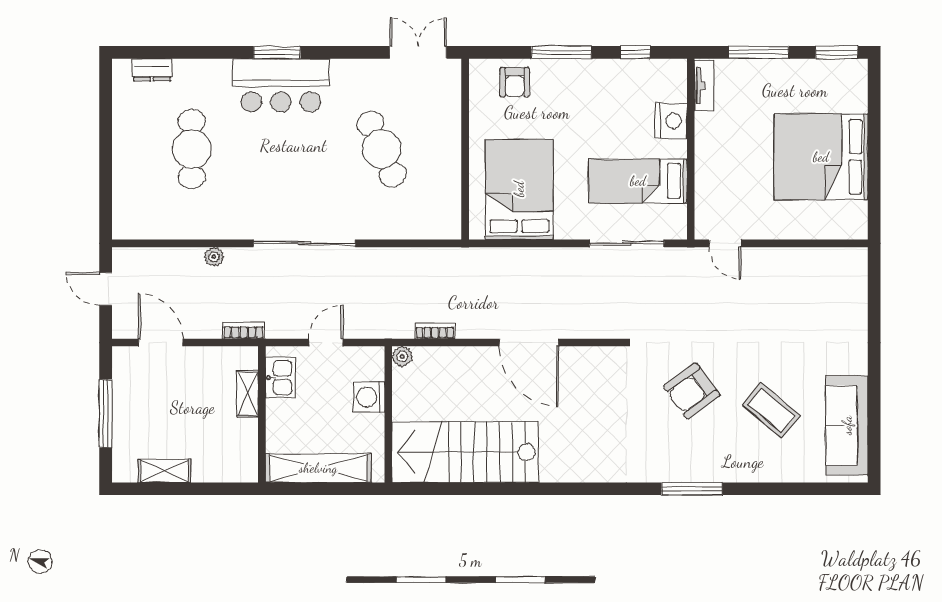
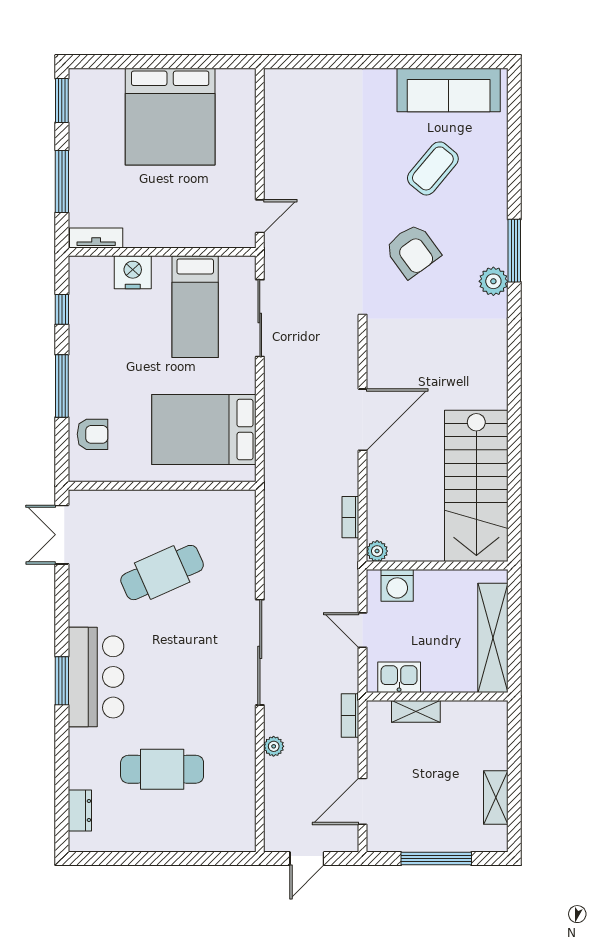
washing machine: (369, 397) -> (397, 585), moved
plant: (662, 469) -> (493, 281), added

